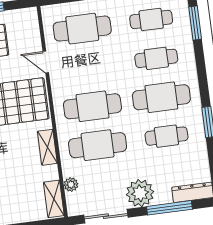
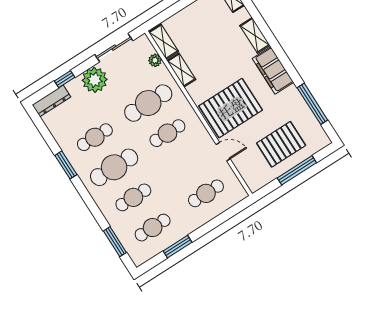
cafe table: (82, 29) -> (206, 193), width x0.73, depth x0.74
cafe table: (92, 106) -> (167, 133), width x0.73, depth x0.74
shelving: (47, 147) -> (181, 70), moved
window: (169, 208) -> (65, 79), width x0.46

